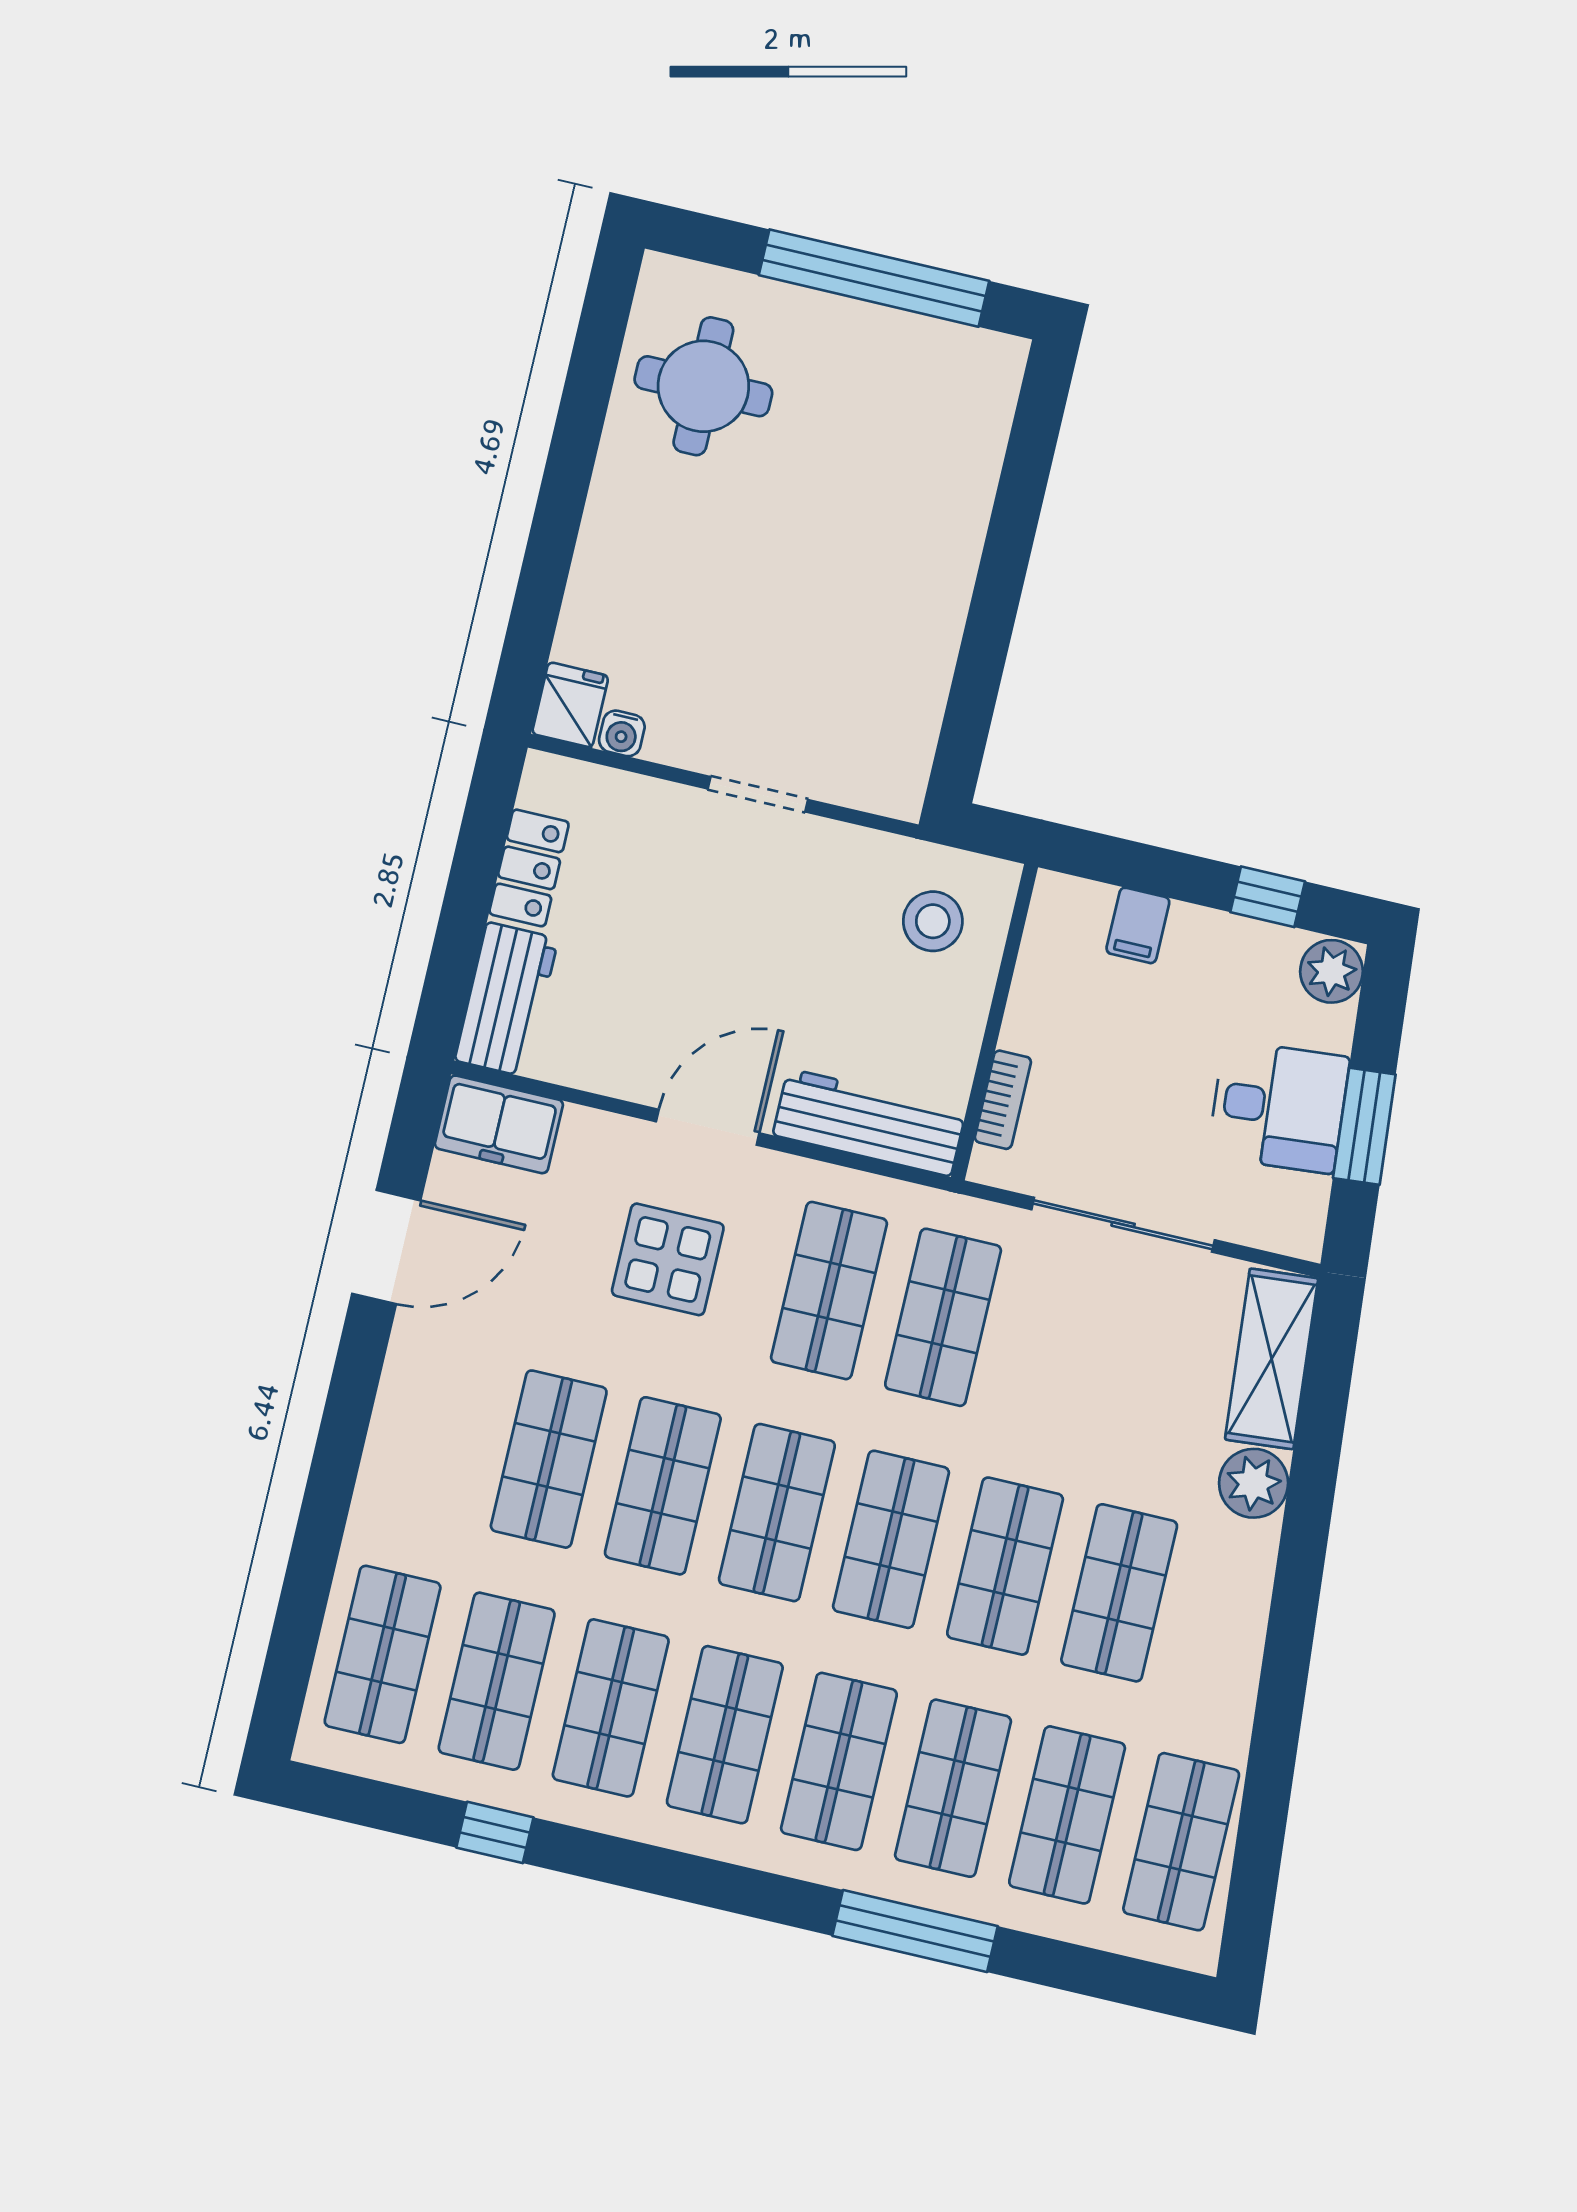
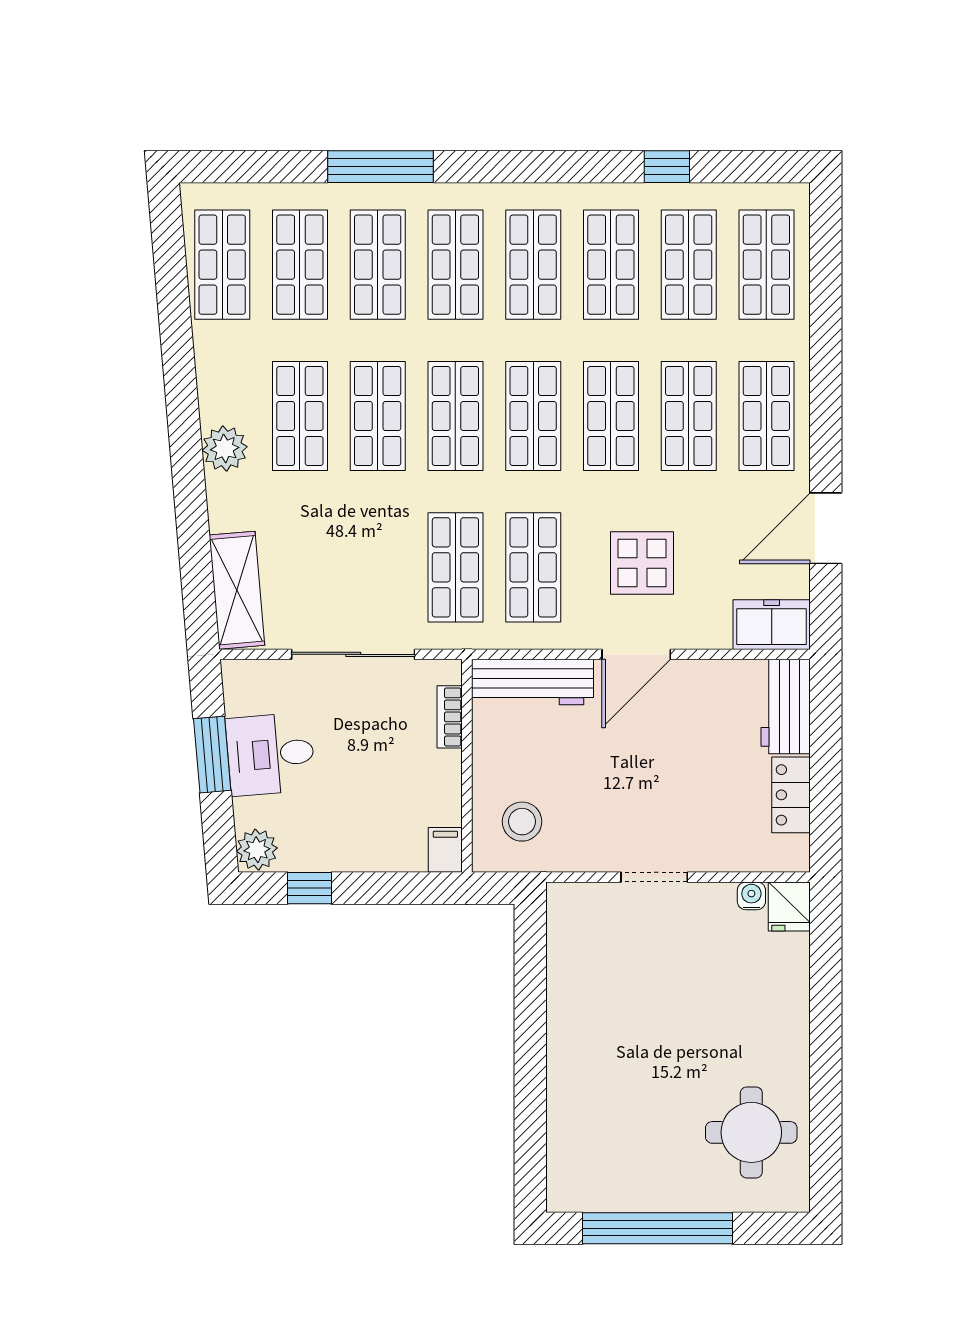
filing cabinet: (1138, 925) -> (445, 850), moved
shop shelf: (435, 1432) -> (766, 416), added
plant: (1254, 1483) -> (225, 449), moved

